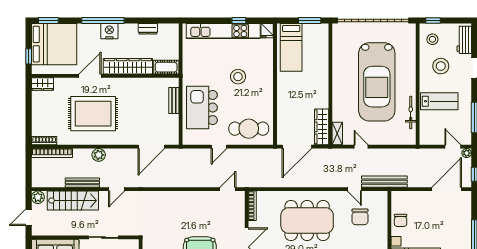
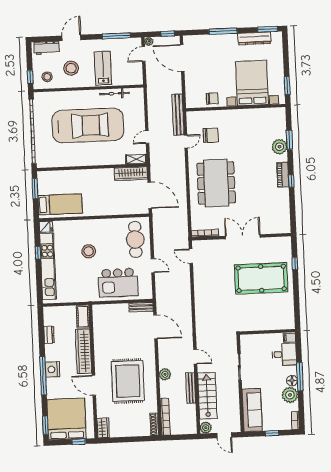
bench: (174, 100) -> (141, 307), moved

